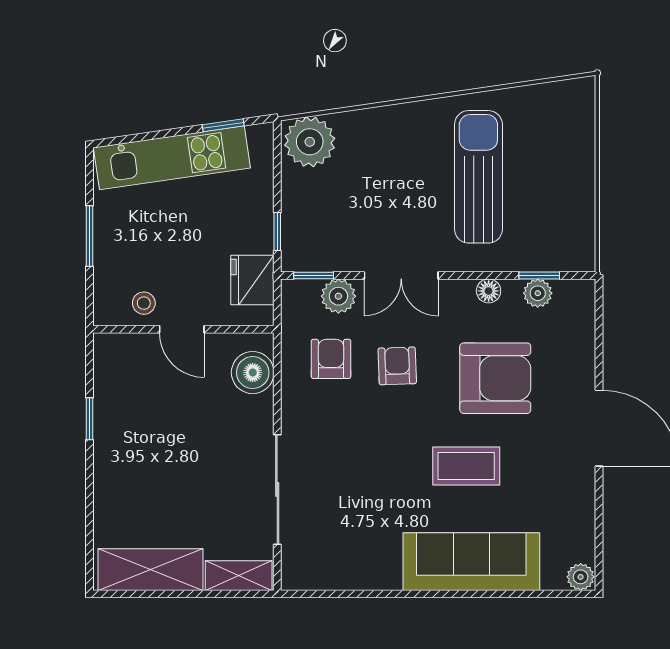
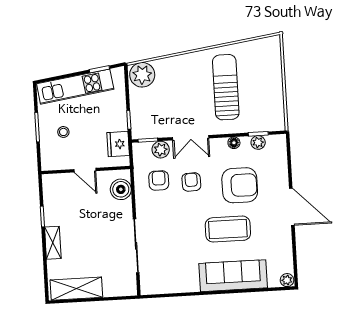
stool: (144, 303) -> (63, 132), moved
coffee table: (466, 466) -> (228, 229), width x1.36, depth x1.32
shelving: (239, 576) -> (53, 243), moved, turned 90

